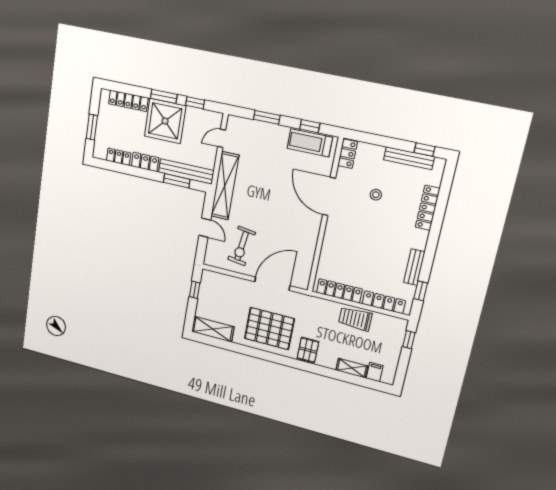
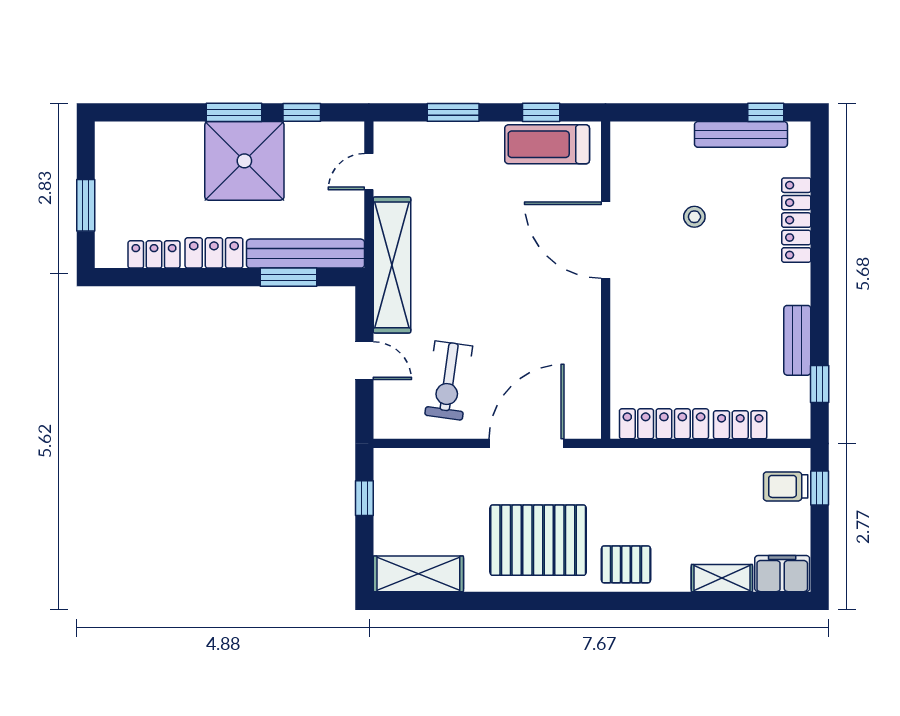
locker: (128, 101) -> (159, 136), removed
locker: (348, 154) -> (624, 150), removed
locker: (384, 302) -> (740, 425), width x0.66
trolley: (355, 319) -> (786, 486), moved, width x0.73, depth x0.72
pallet: (308, 350) -> (626, 564), turned 90
filing cabinet: (375, 372) -> (782, 574), width x2.00

